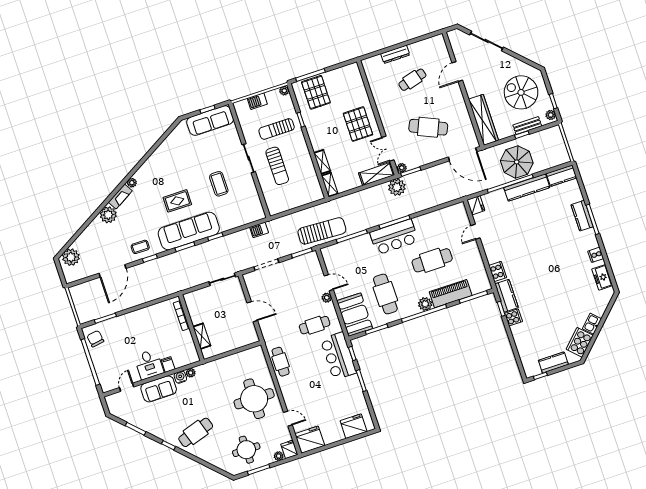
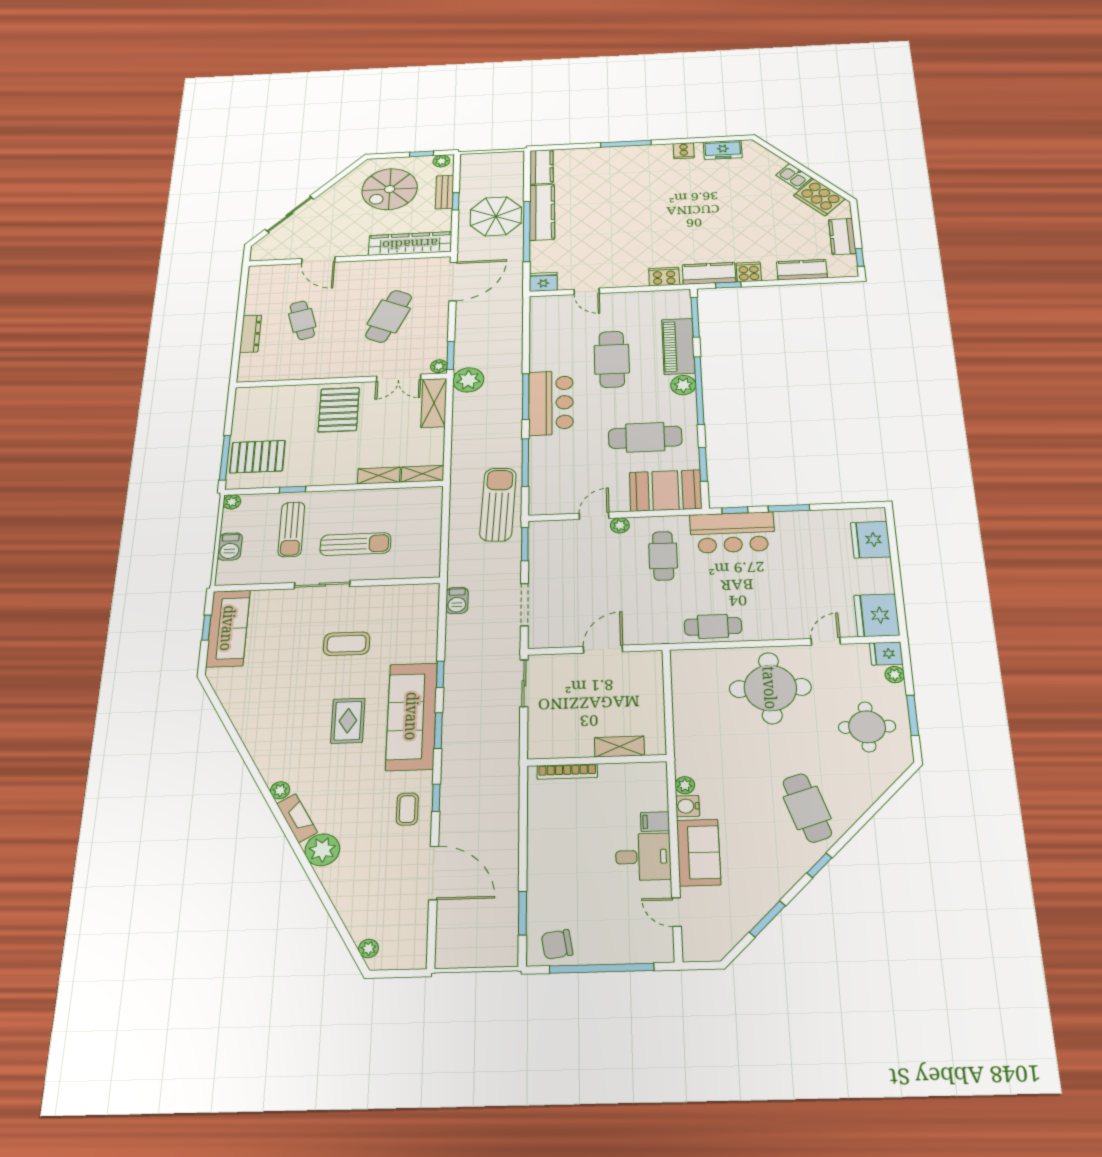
pallet: (358, 124) -> (339, 410), turned 90
kitchen counter: (582, 216) -> (802, 270), moved, turned 180
plant: (71, 257) -> (369, 948), width x0.53, depth x0.53

